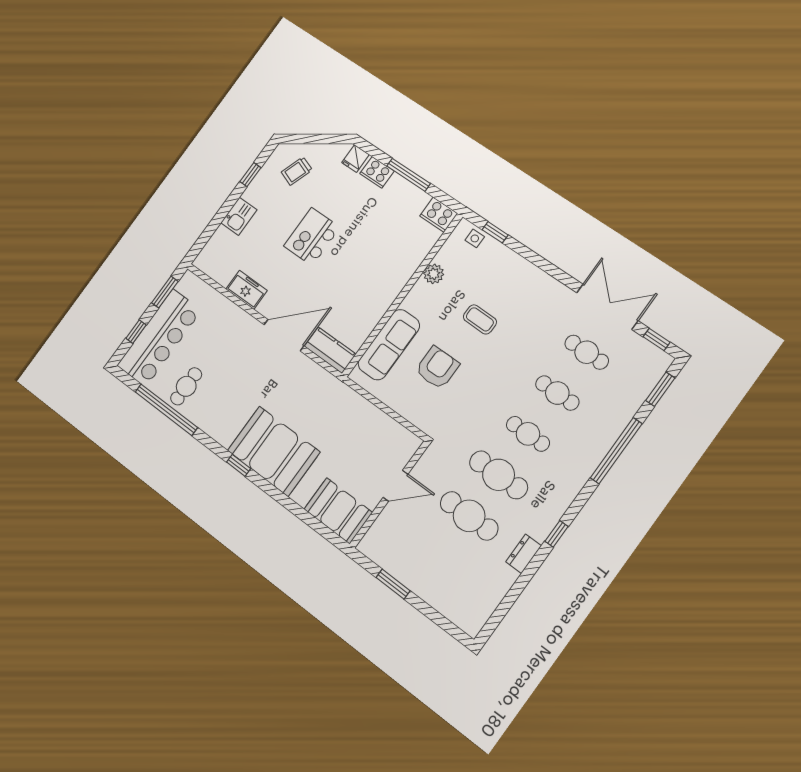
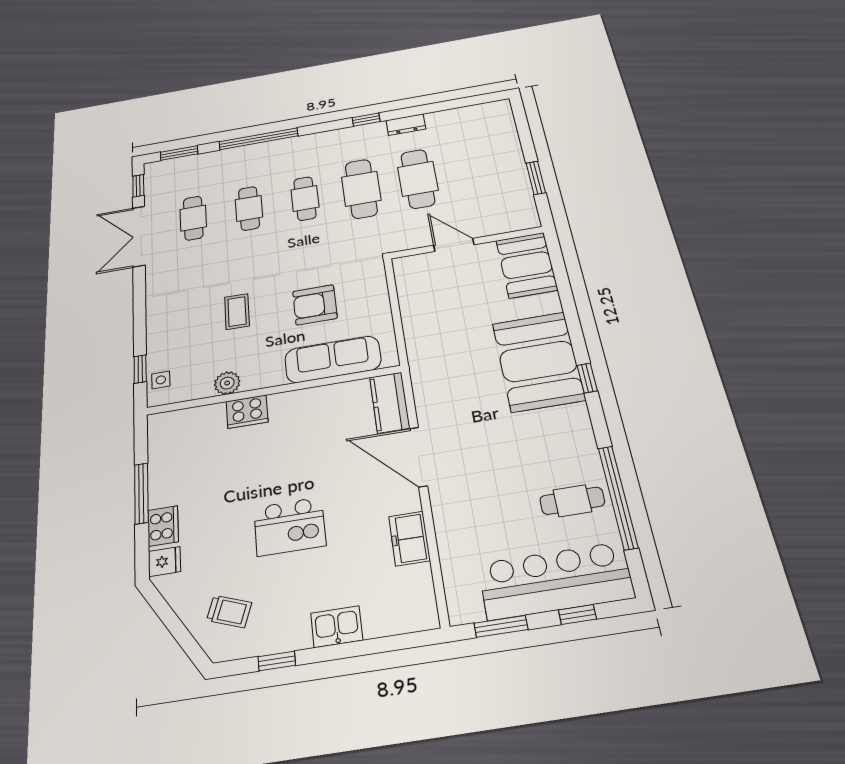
cooker: (439, 215) -> (247, 412), moved, turned 90

